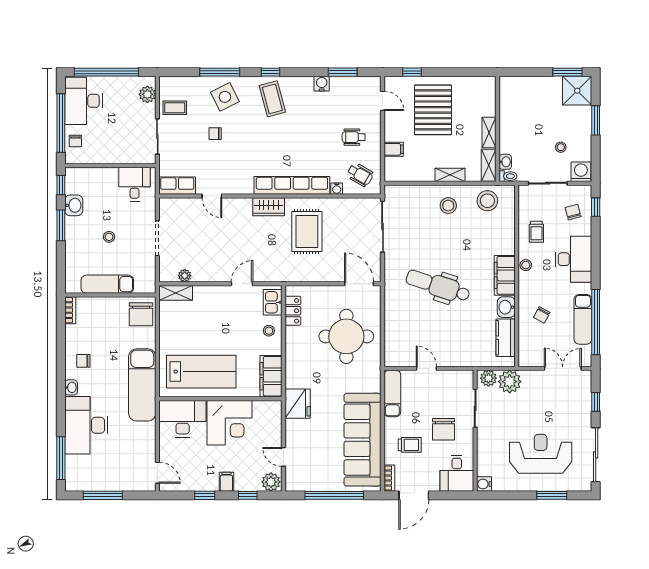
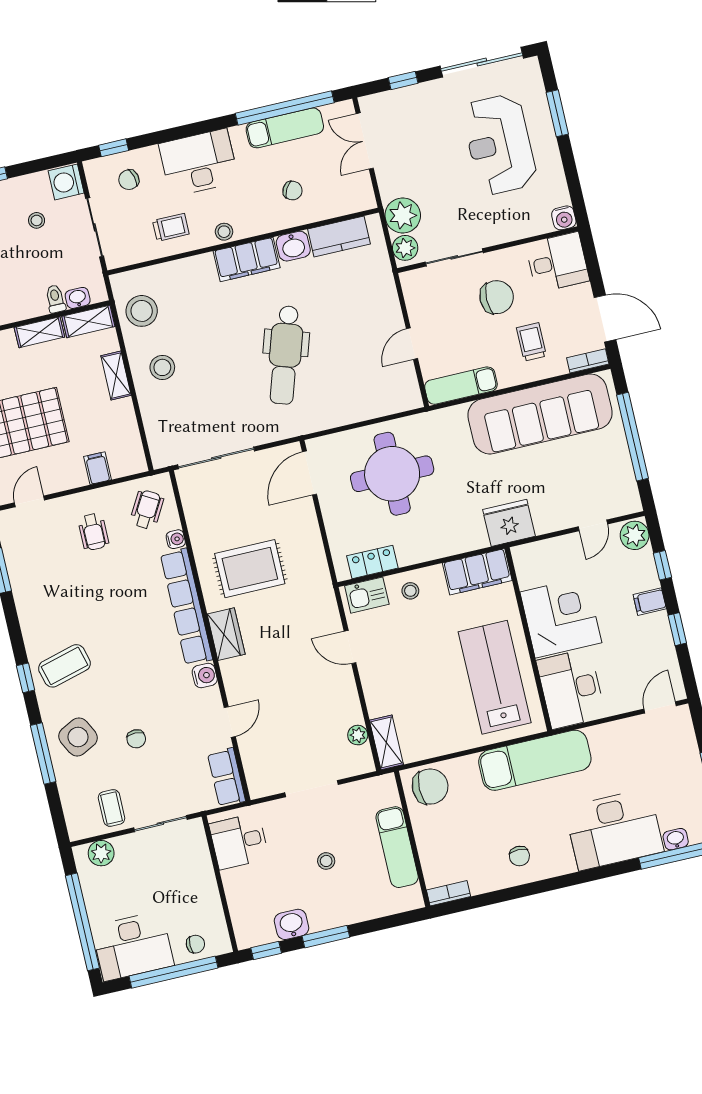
water cooler: (322, 84) -> (205, 676), moved, turned 180
toilet: (508, 176) -> (55, 299), moved
washbasin: (71, 387) -> (676, 839), moved

